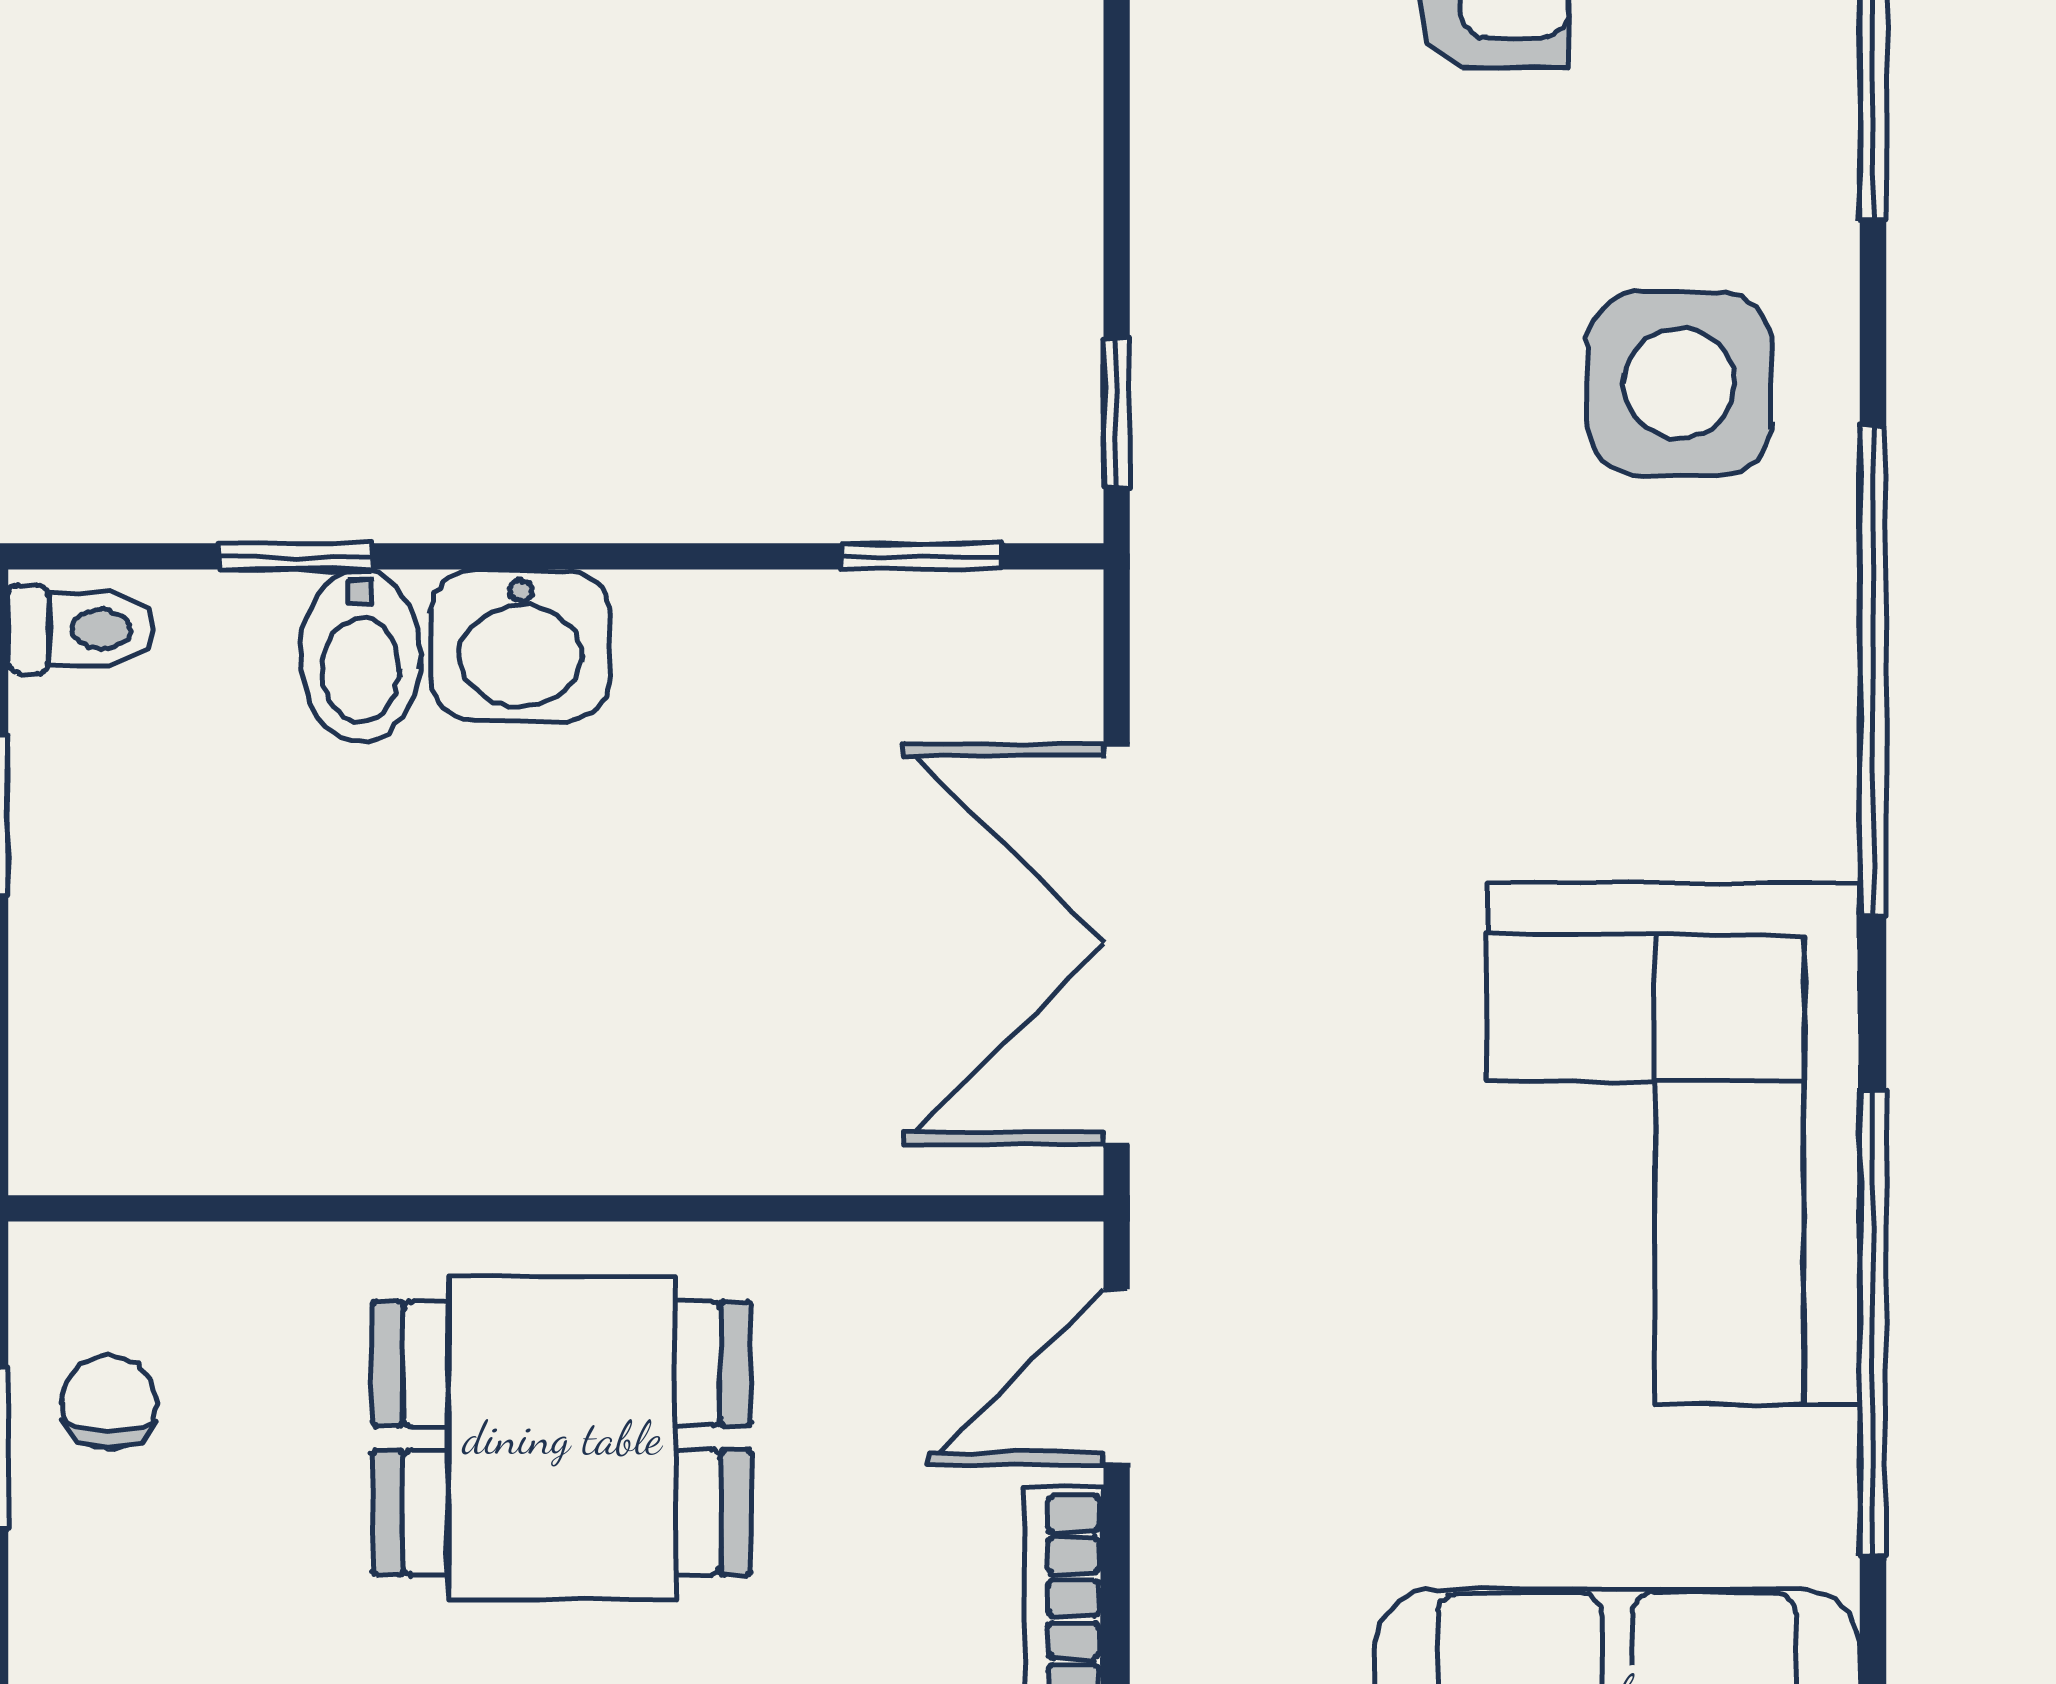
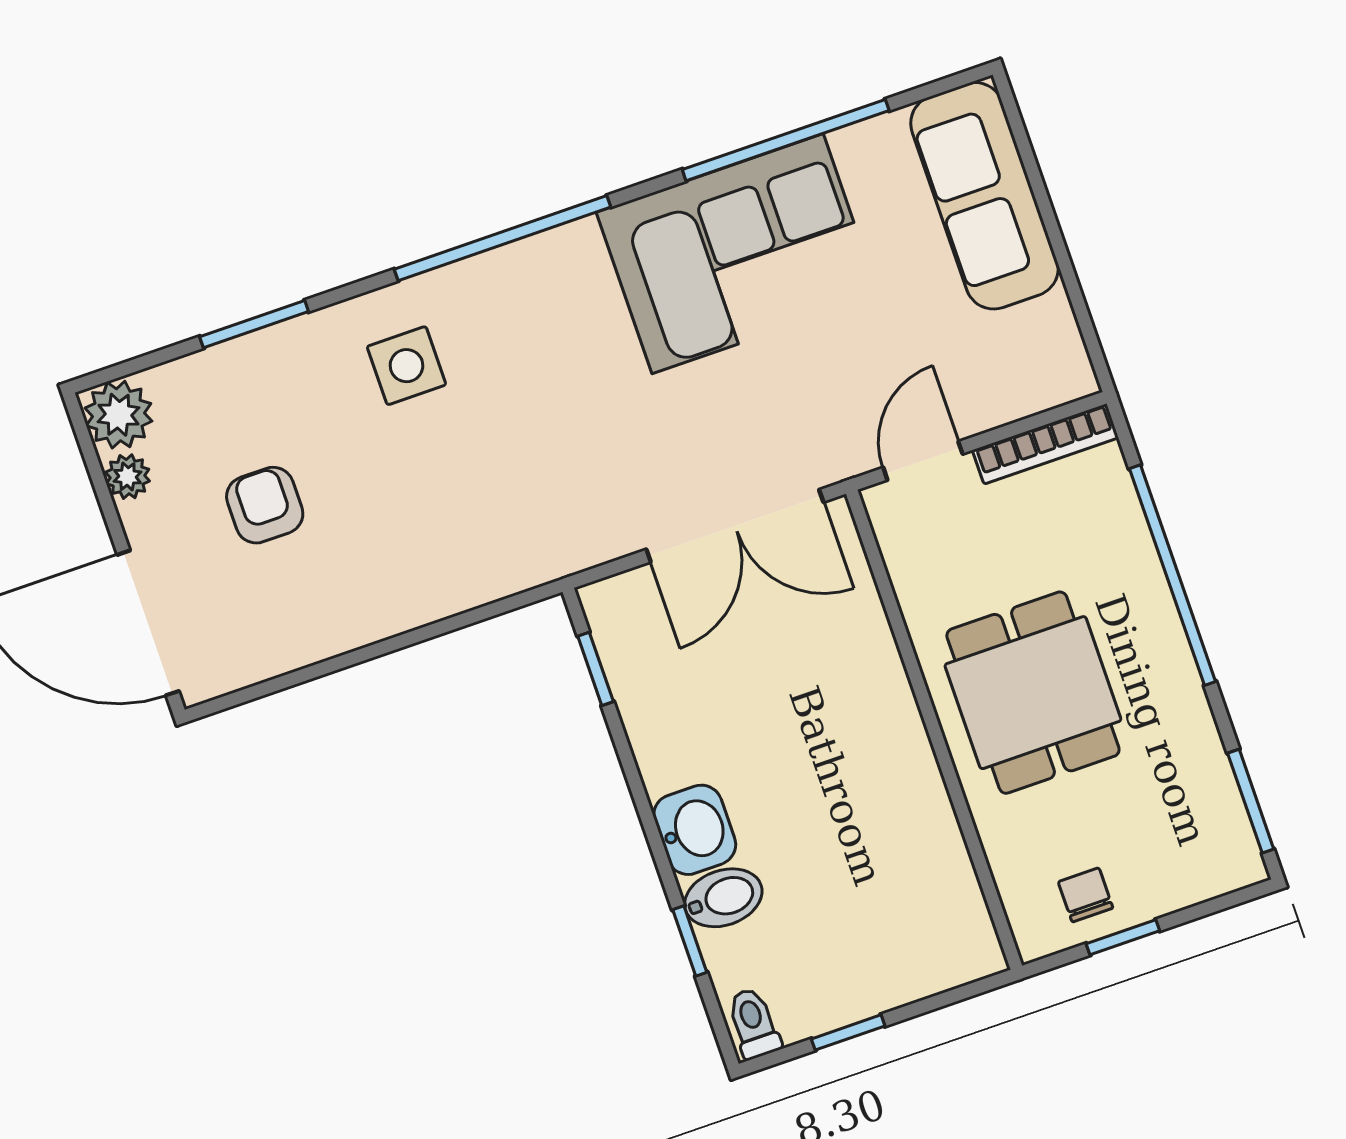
side table: (1679, 384) -> (406, 366), width x0.73, depth x0.73
window: (1117, 414) -> (504, 606), removed
door: (1117, 1377) -> (923, 461), swing flipped
chair: (109, 1402) -> (1086, 895), turned 90

